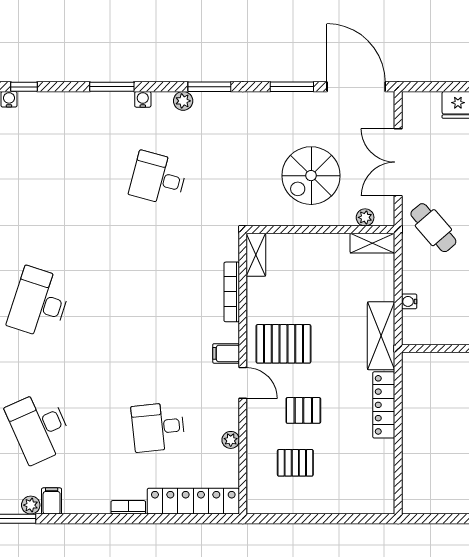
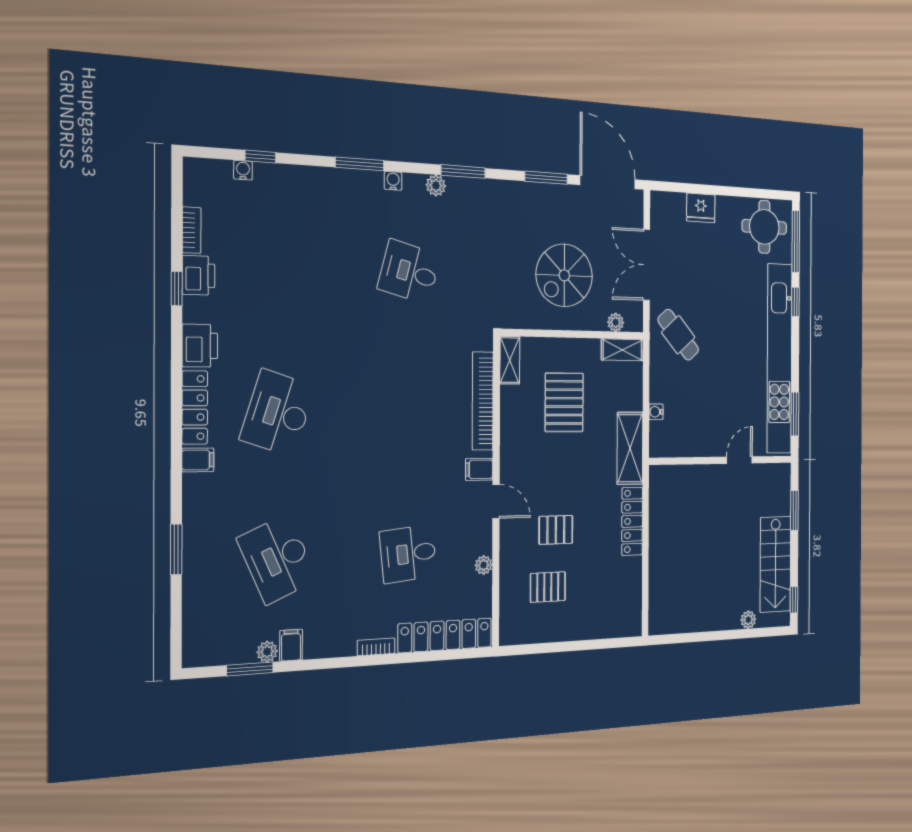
bookcase: (232, 292) -> (483, 401), width x1.48, depth x1.31
pallet: (283, 344) -> (564, 402), moved, turned 90

